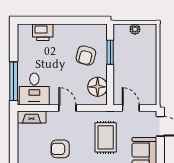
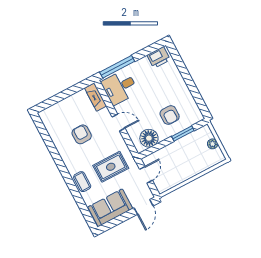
printer: (43, 32) -> (159, 57), moved, turned -90
armchair: (86, 56) -> (170, 115), turned -105
door: (67, 108) -> (118, 123), hinge flipped

